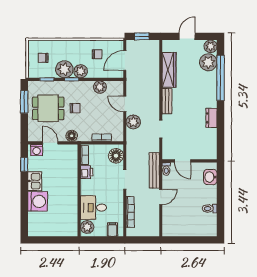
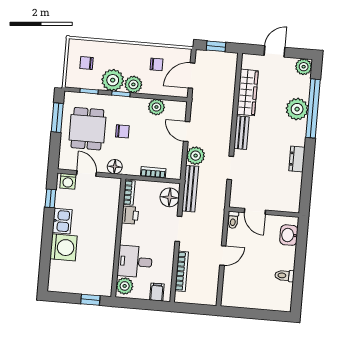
plant: (208, 62) -> (297, 109), moved
dining table: (48, 108) -> (87, 129), turned 90
bench: (154, 170) -> (190, 189), moved
window: (62, 240) -> (90, 300), added

